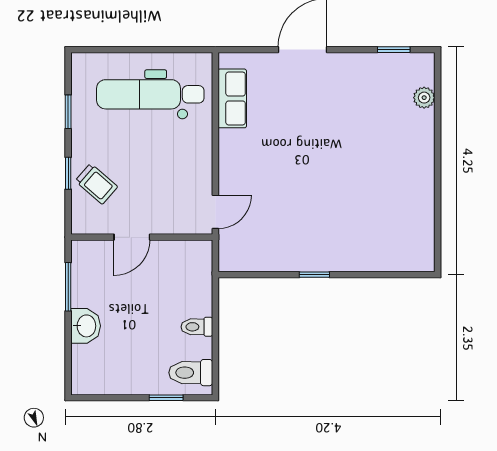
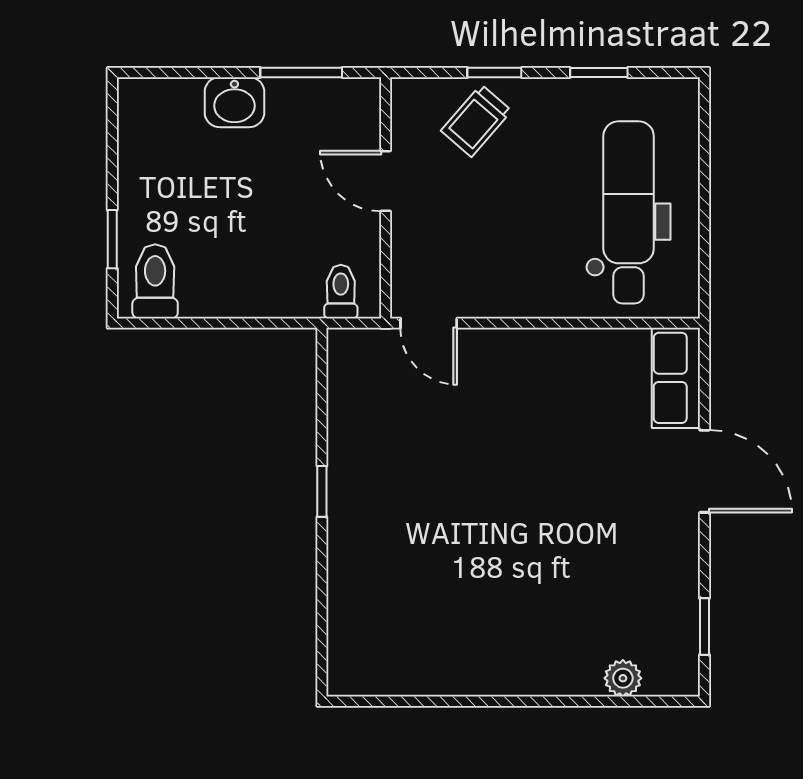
row of seats: (232, 98) -> (676, 378), moved, turned 90
toilet: (197, 327) -> (341, 292), moved

